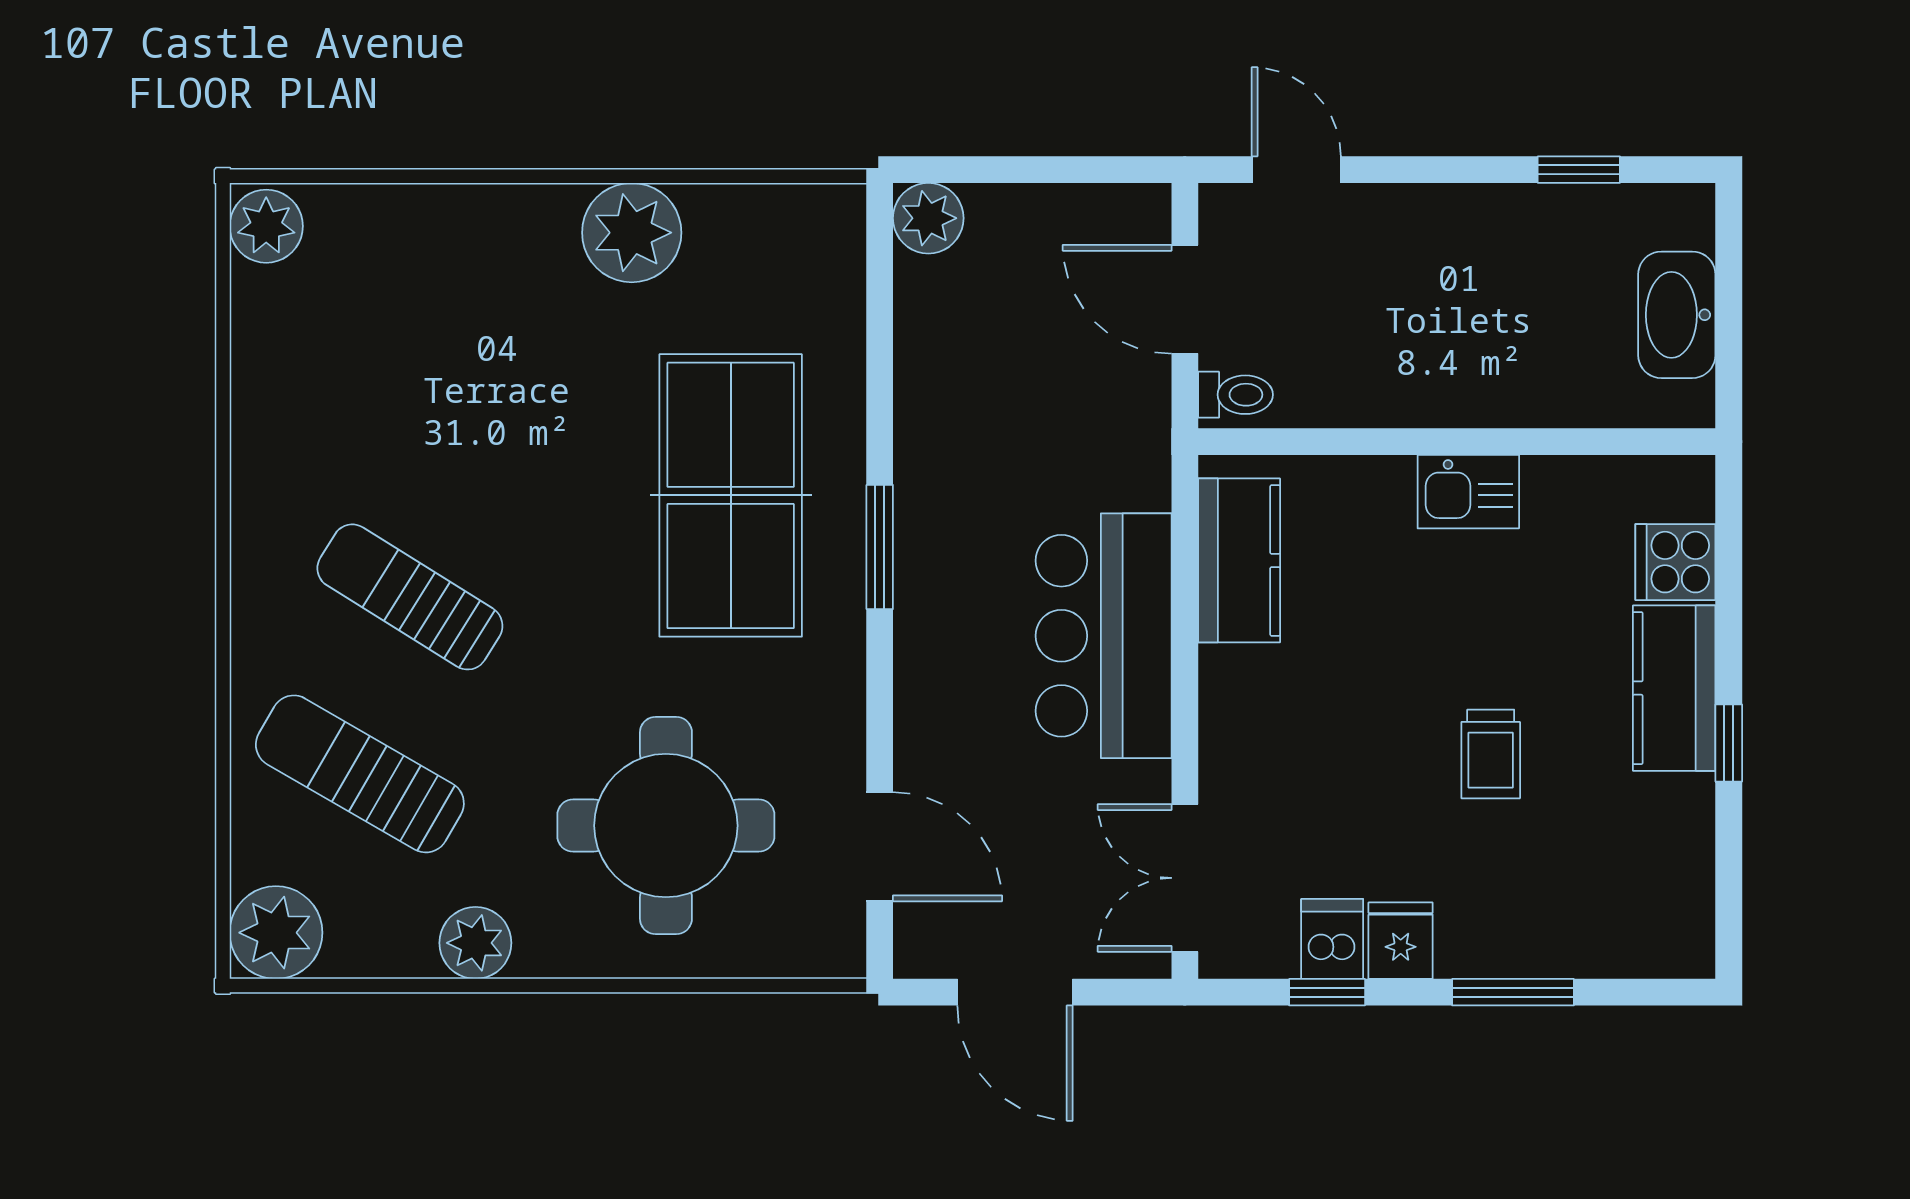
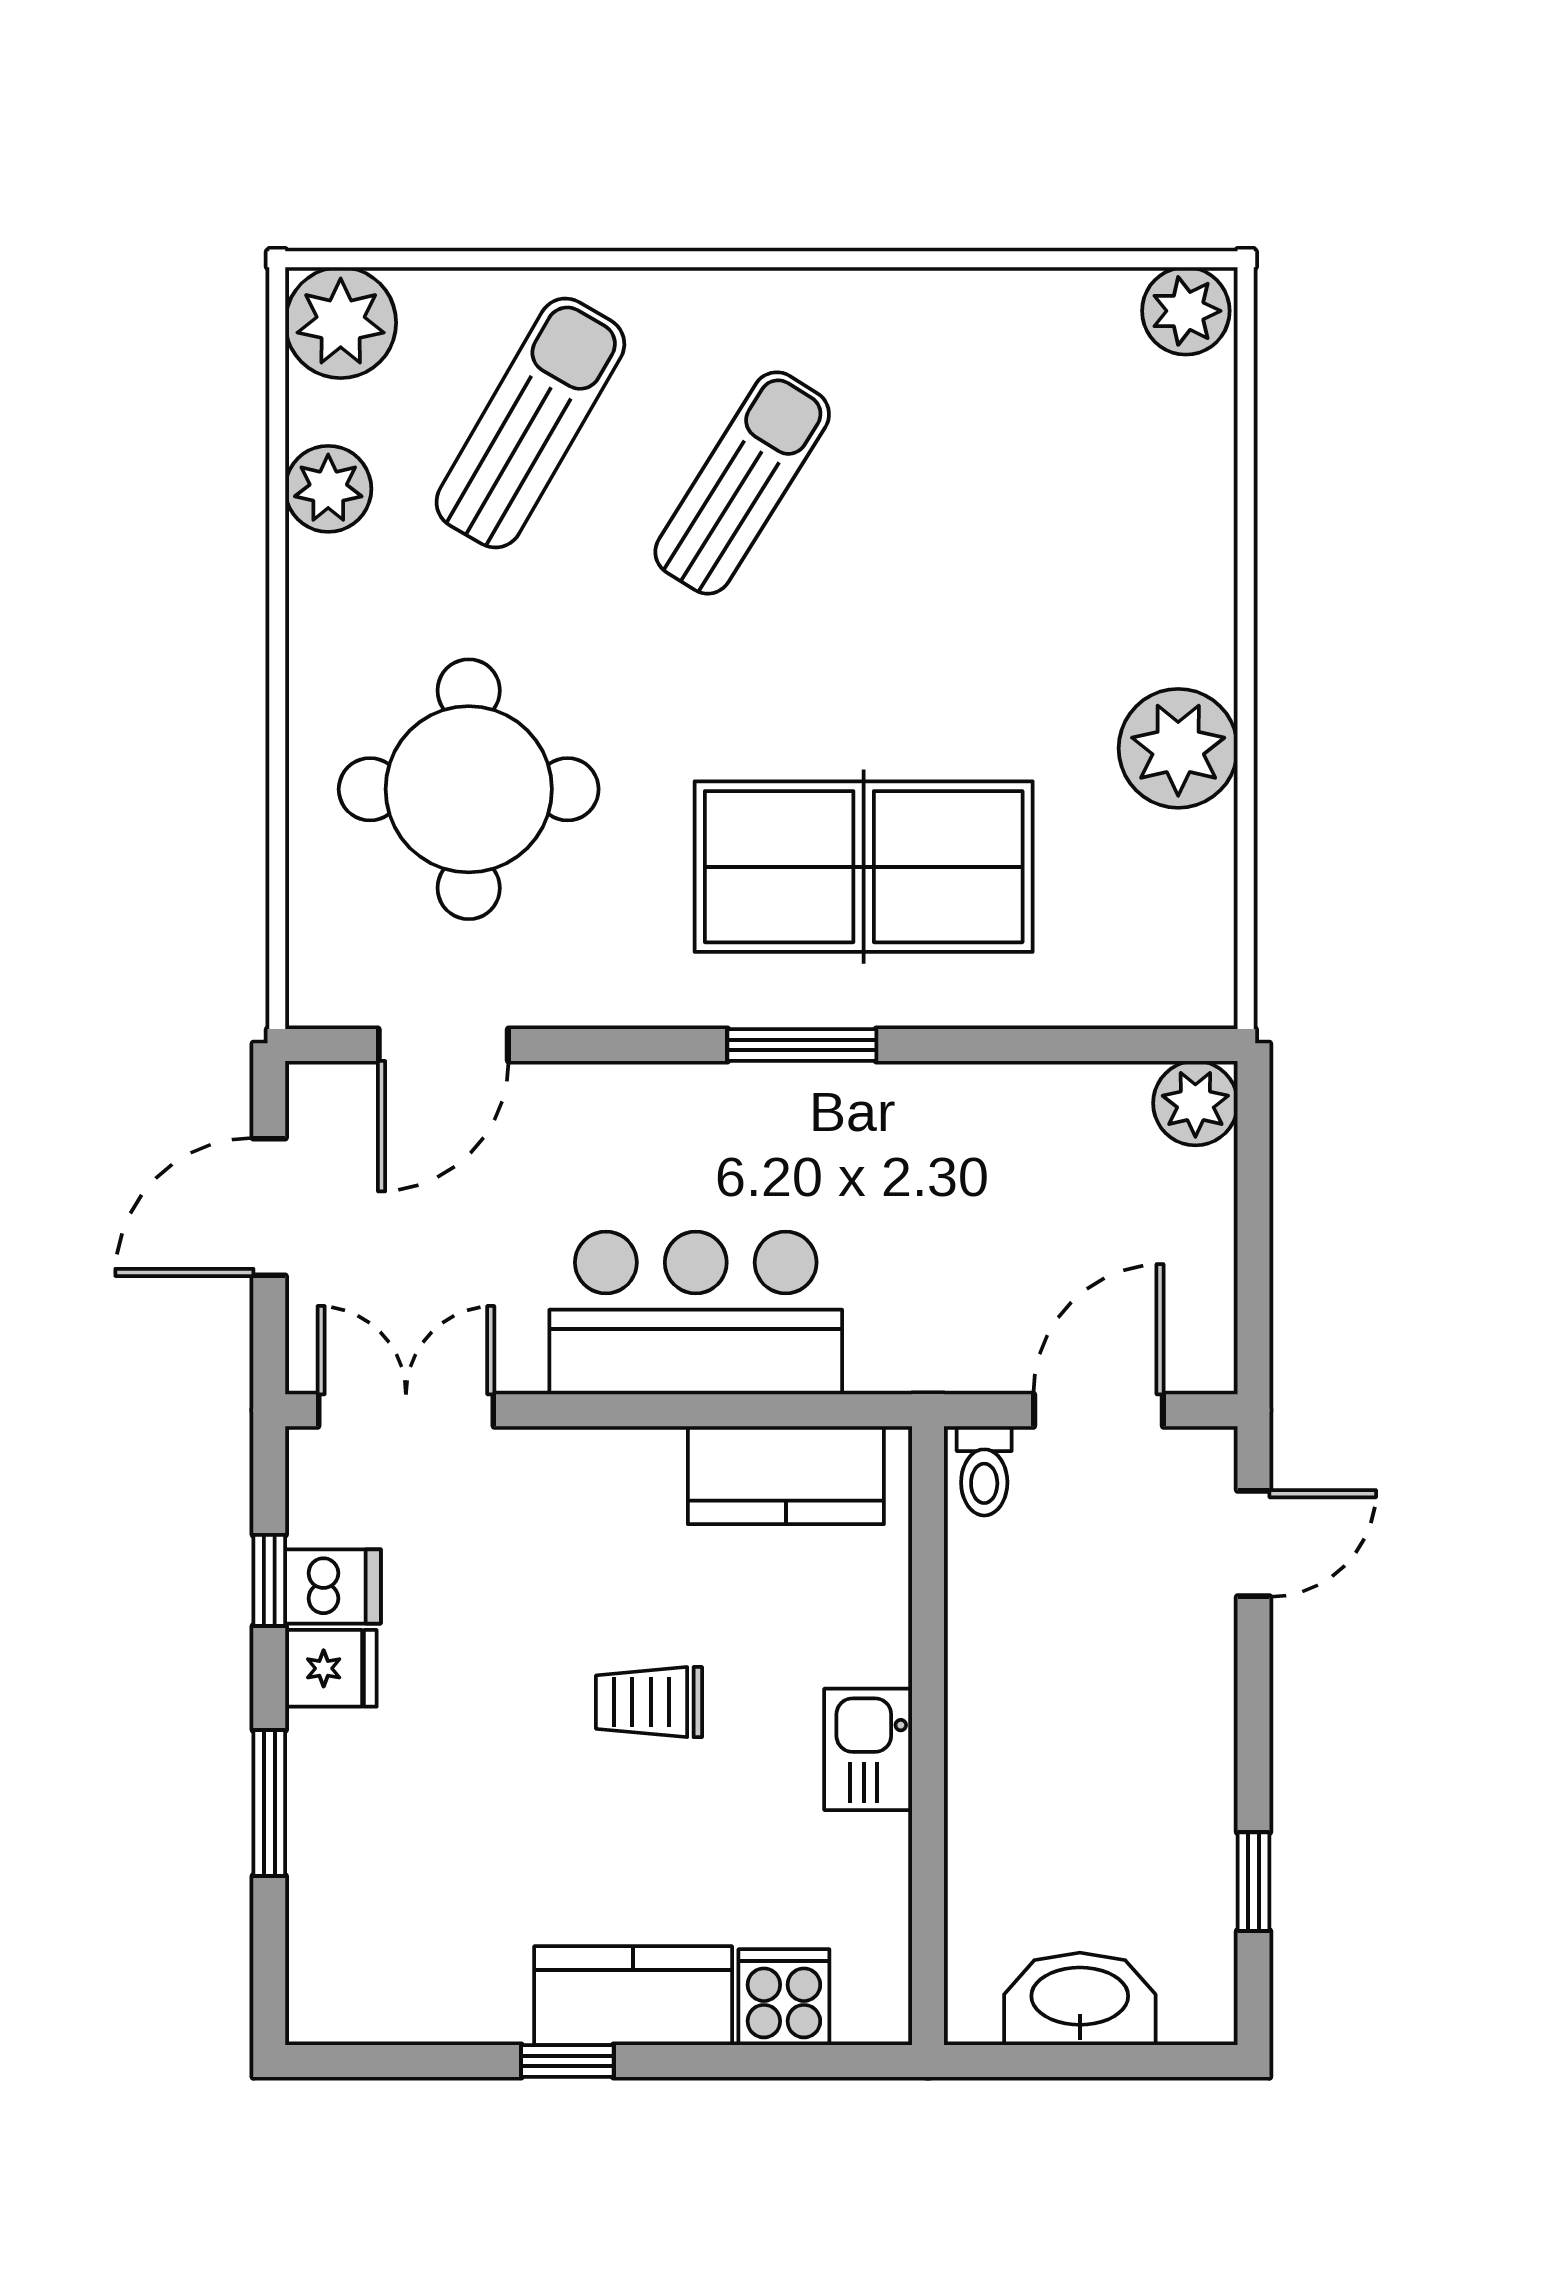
trolley: (1491, 754) -> (649, 1702), moved
plant: (475, 943) -> (328, 489), moved

